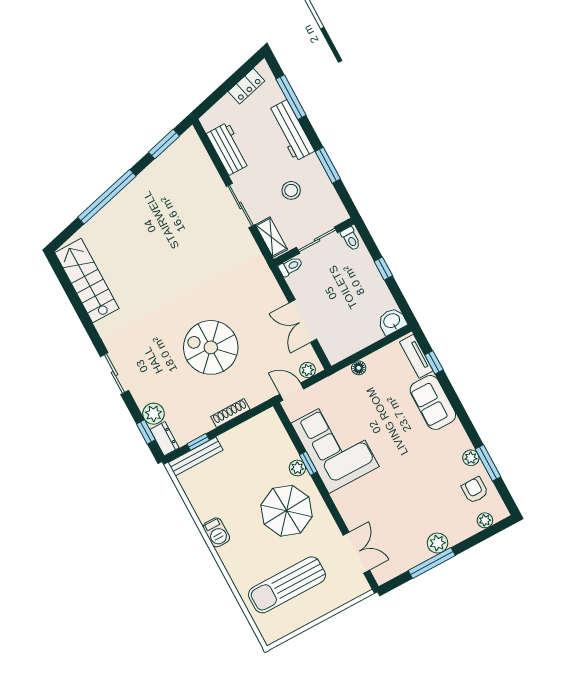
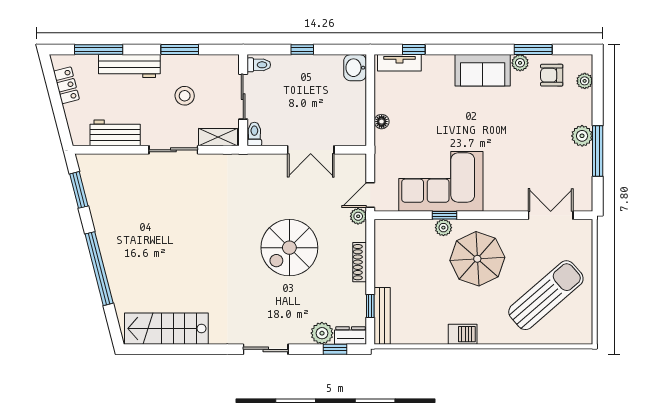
plant: (307, 370) -> (358, 216), moved
sofa: (433, 402) -> (483, 70), moved
sun lounger: (287, 585) -> (546, 295), turned -131

